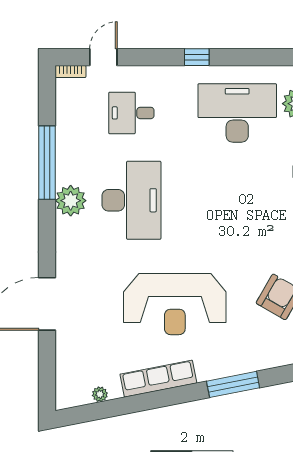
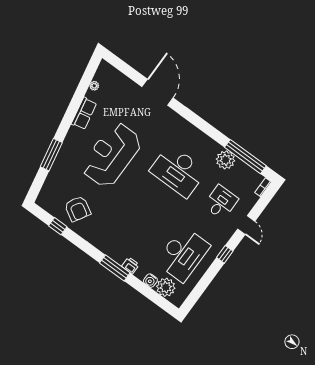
door: (103, 57) -> (246, 225), moved
window: (47, 163) -> (245, 157), moved
plant: (71, 201) -> (226, 160), moved
row of seats: (158, 379) -> (84, 113), width x0.68

